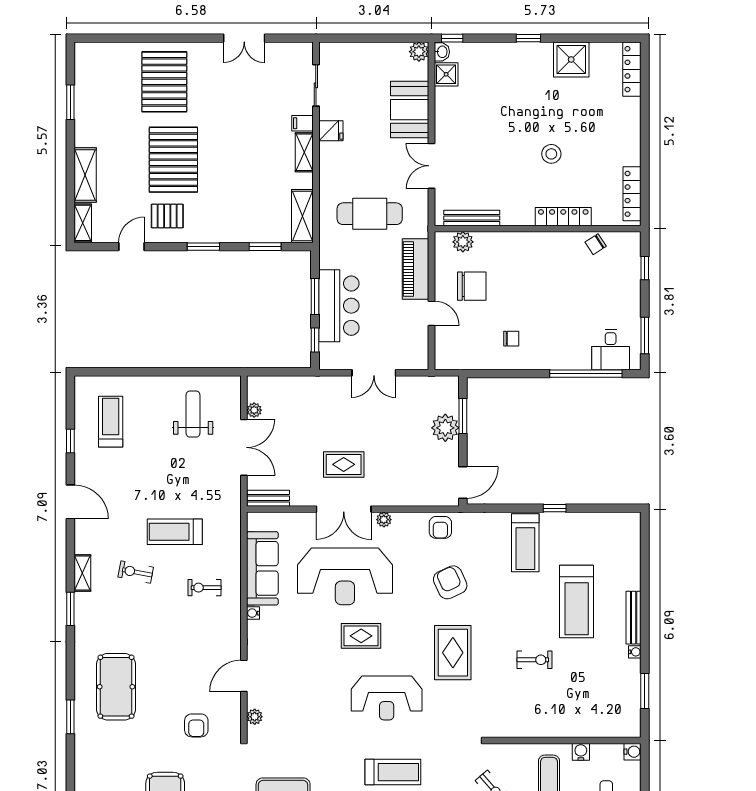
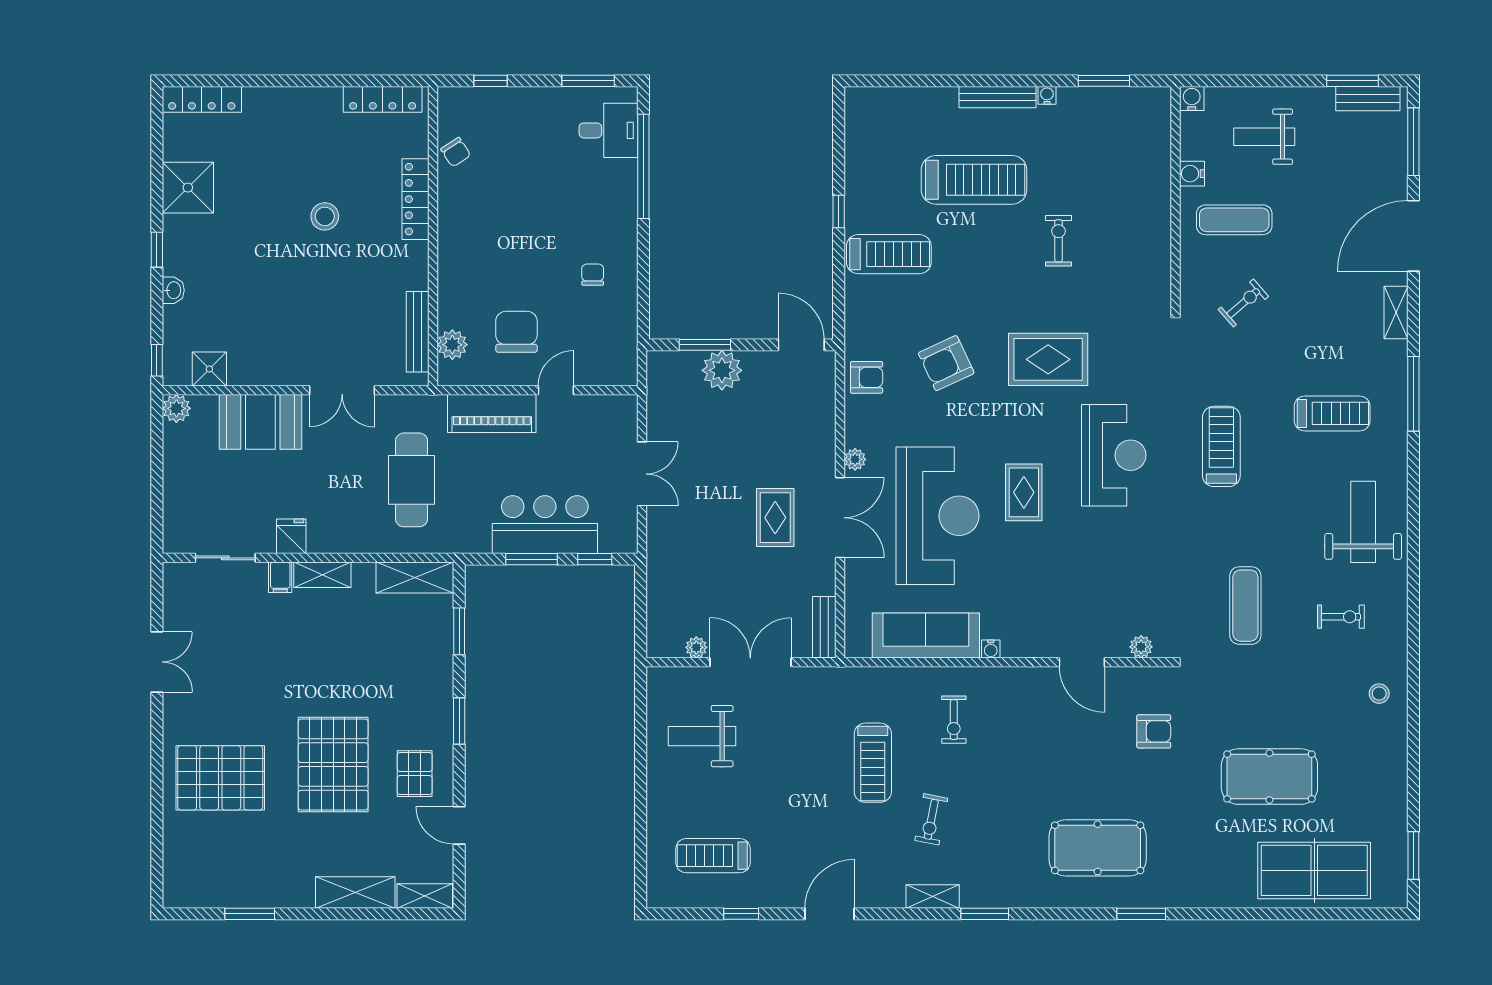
washbasin: (442, 52) -> (173, 290), moved, turned 90
pallet: (173, 160) -> (333, 765), turned 90

